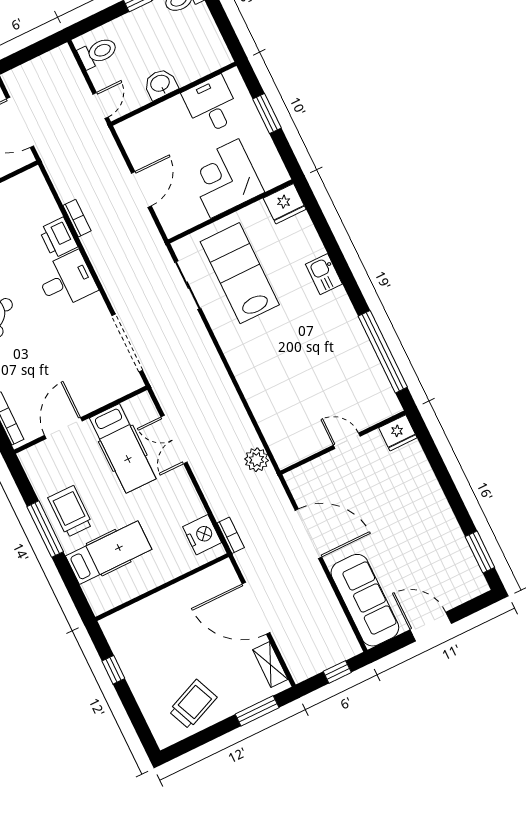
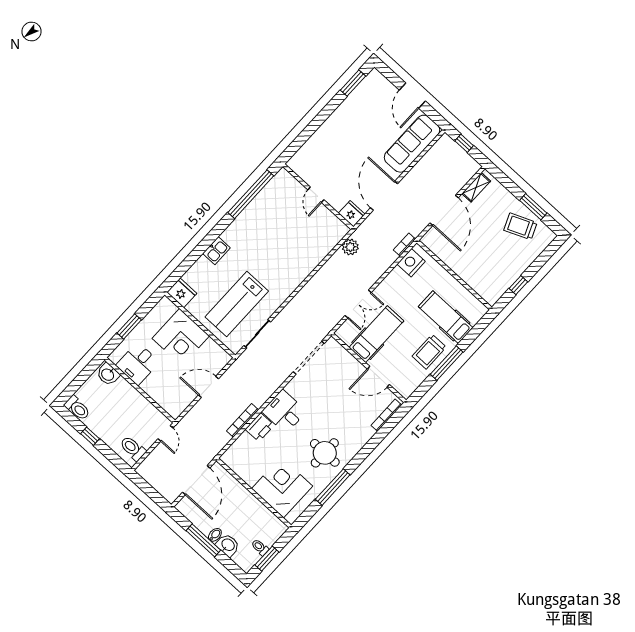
washbasin: (160, 84) -> (108, 374), moved
door: (101, 106) -> (166, 433), swing flipped
bookcase: (77, 218) -> (243, 420), width x1.56
fridge: (398, 433) -> (352, 214), moved
window: (257, 711) -> (533, 207), moved

